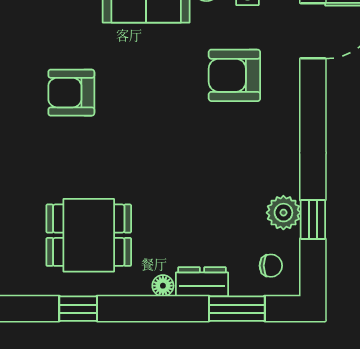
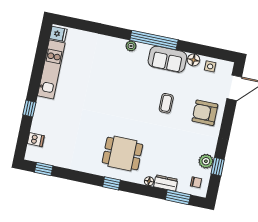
armchair: (234, 75) -> (205, 113), moved
armchair: (71, 93) -> (128, 92), removed
coffee table: (165, 99) -> (166, 103), added

